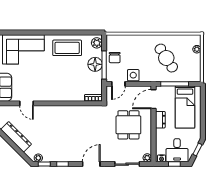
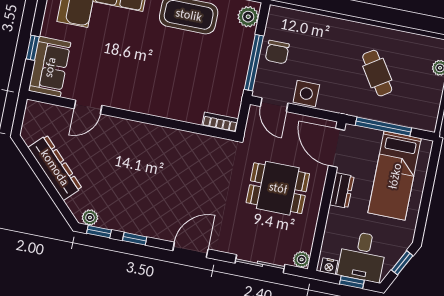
cafe table: (166, 58) -> (377, 73), width x0.73, depth x0.74
floor lamp: (95, 64) -> (236, 58), removed
door: (118, 84) -> (274, 105), hinge flipped
door: (154, 99) -> (336, 148), hinge flipped
door: (26, 103) -> (88, 107), hinge flipped
dining table: (128, 125) -> (278, 188), turned 90

